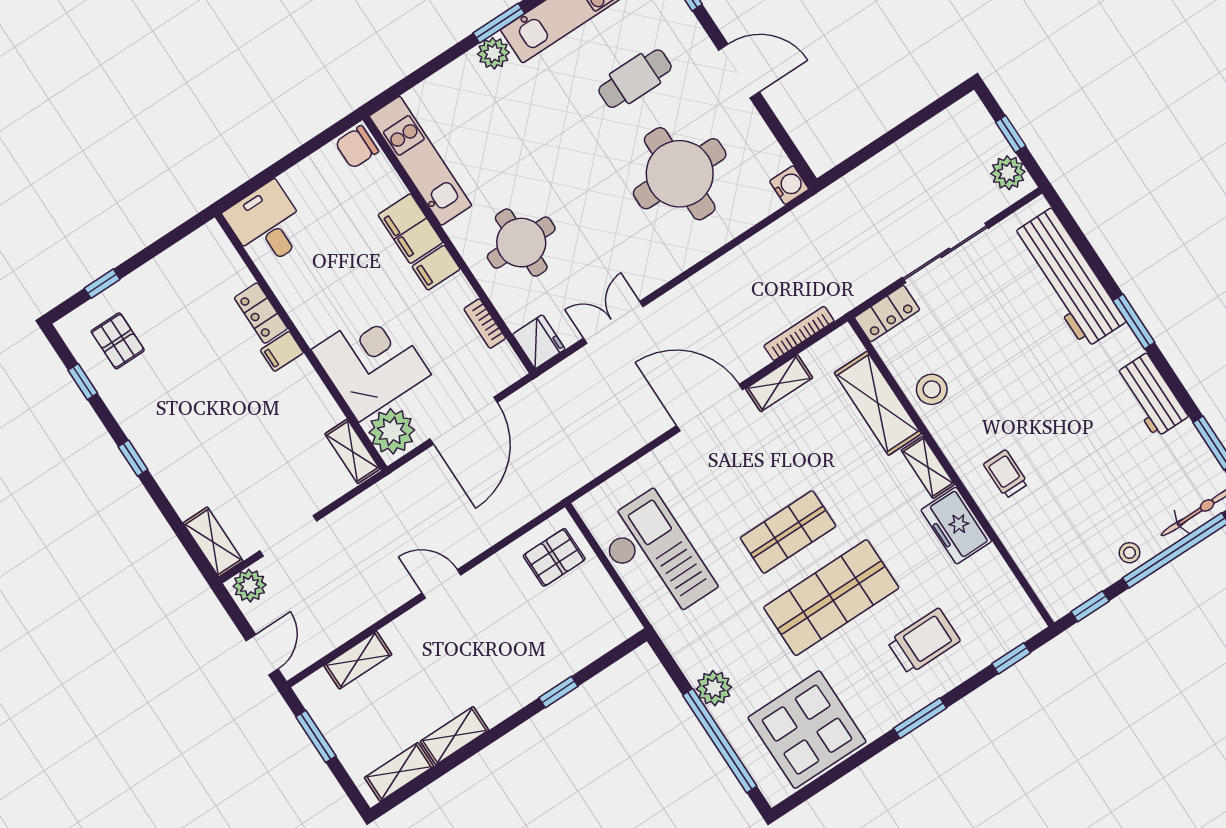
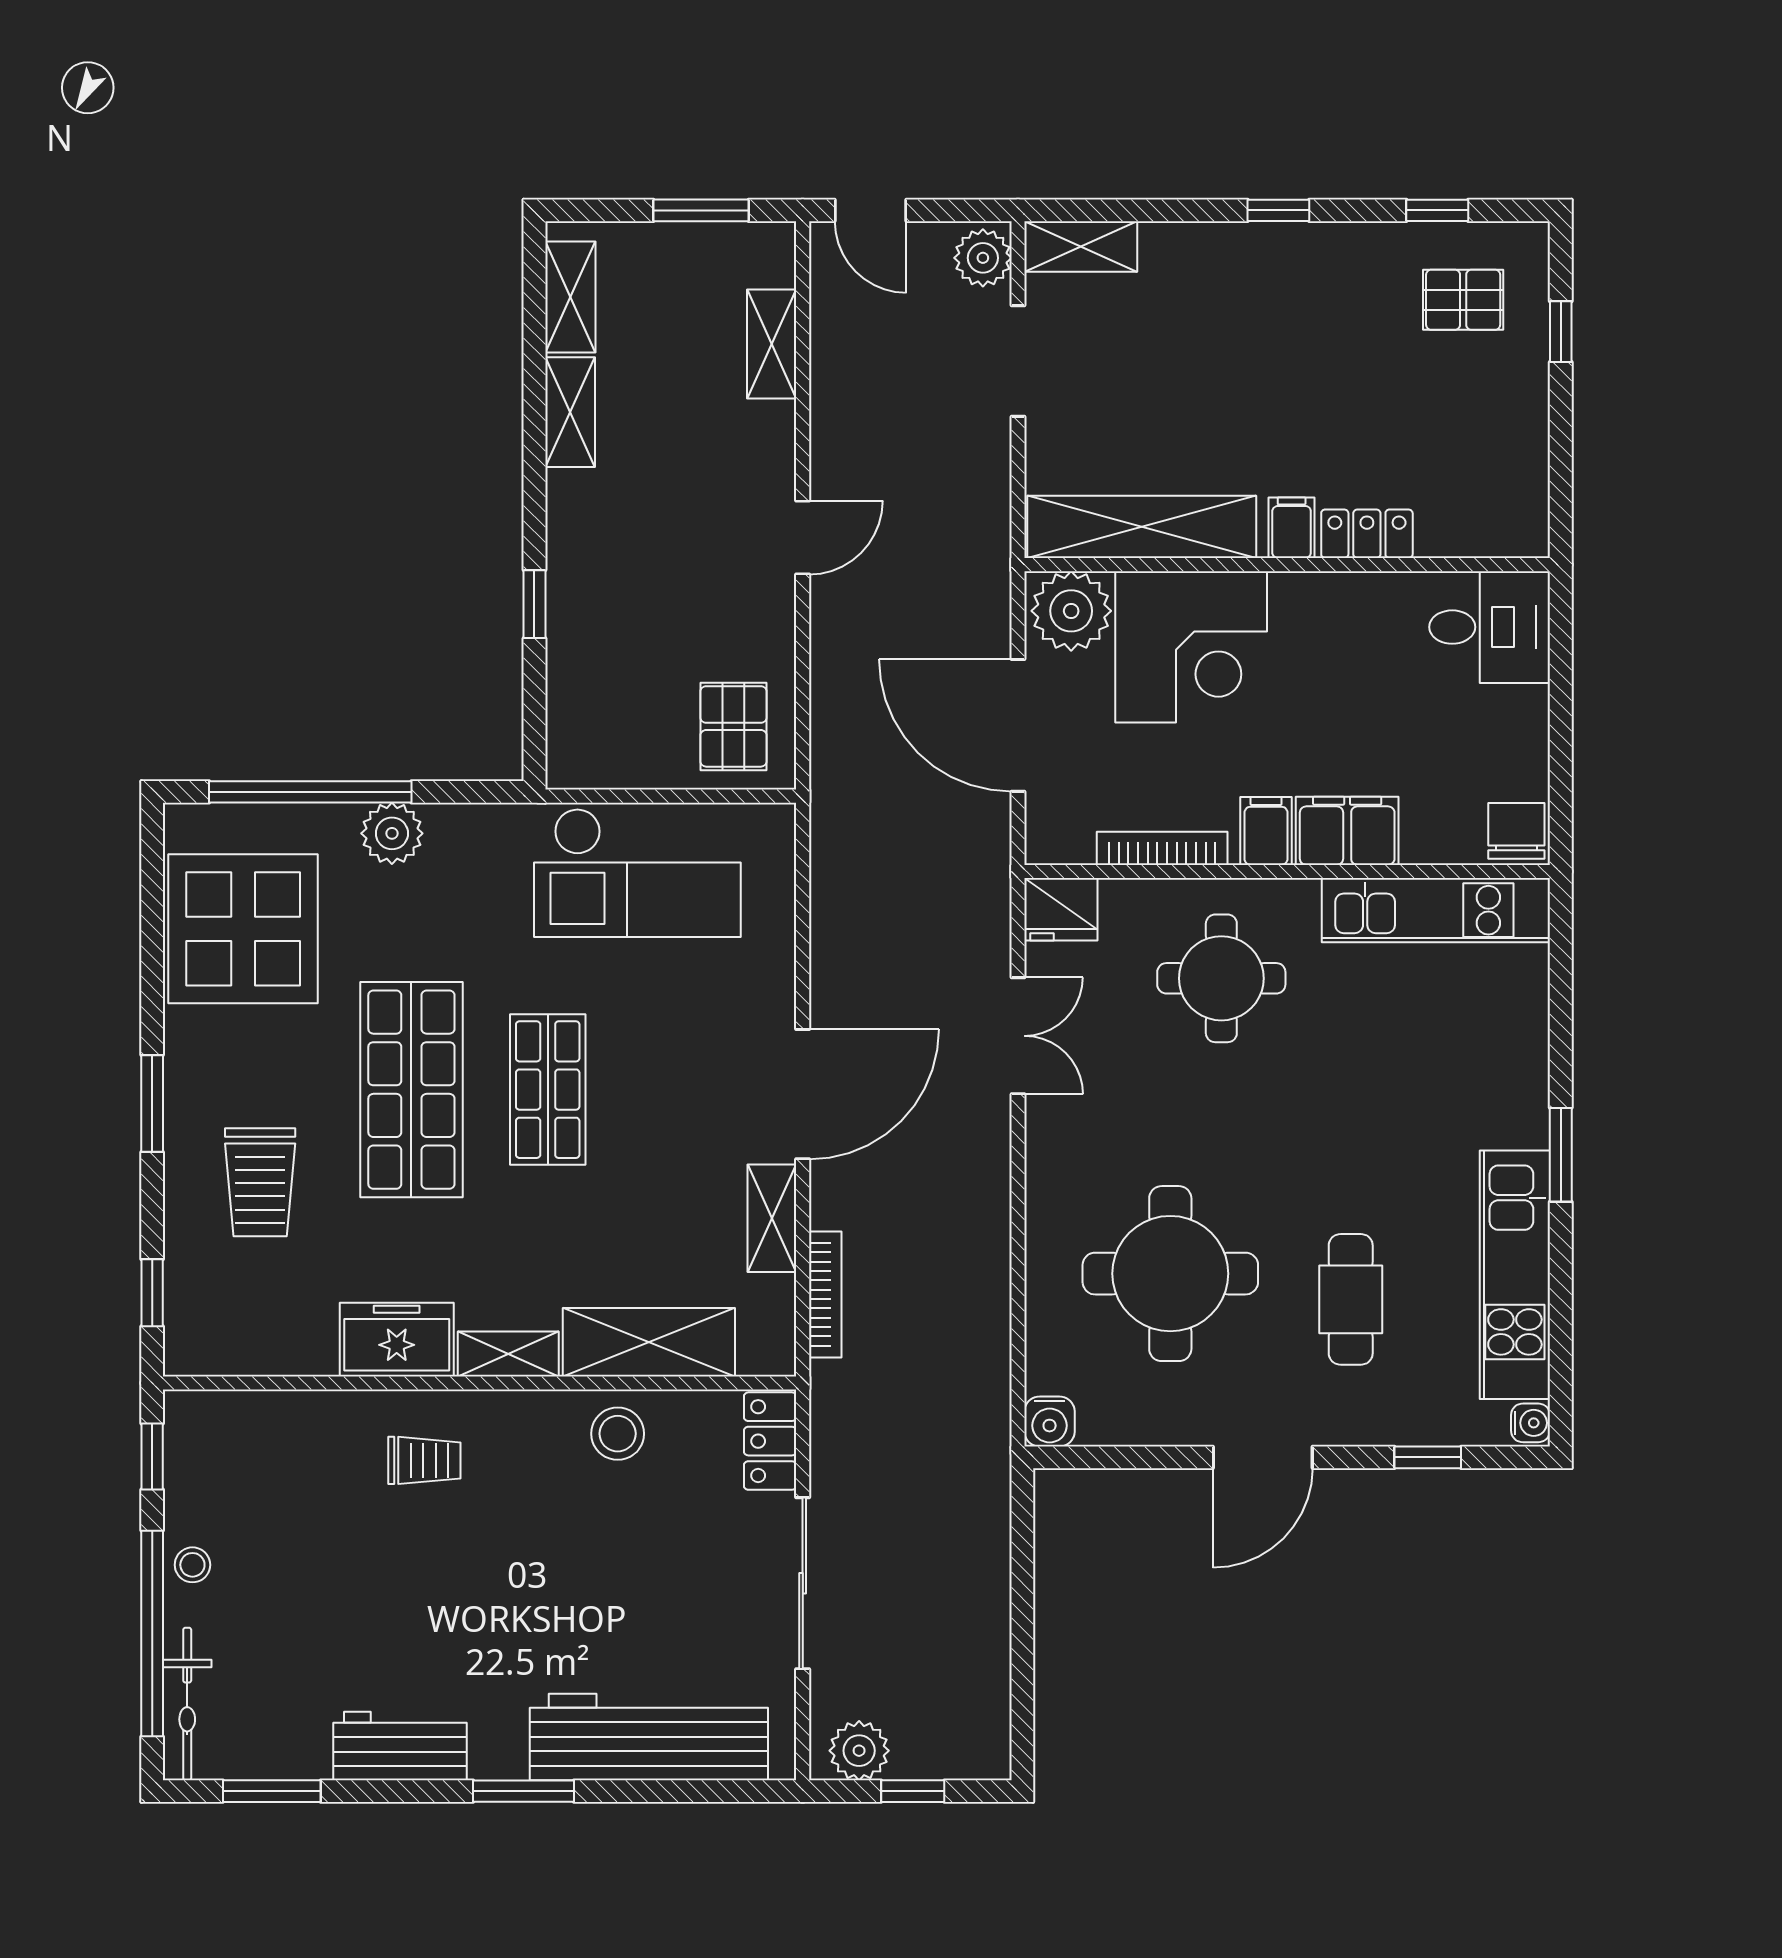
plant: (493, 53) -> (1522, 1118), removed
bookcase: (485, 324) -> (1162, 848), width x1.56
shelving: (352, 451) -> (1142, 527), width x2.20, depth x1.33

